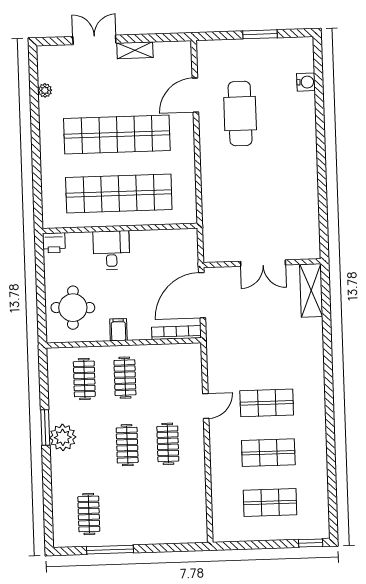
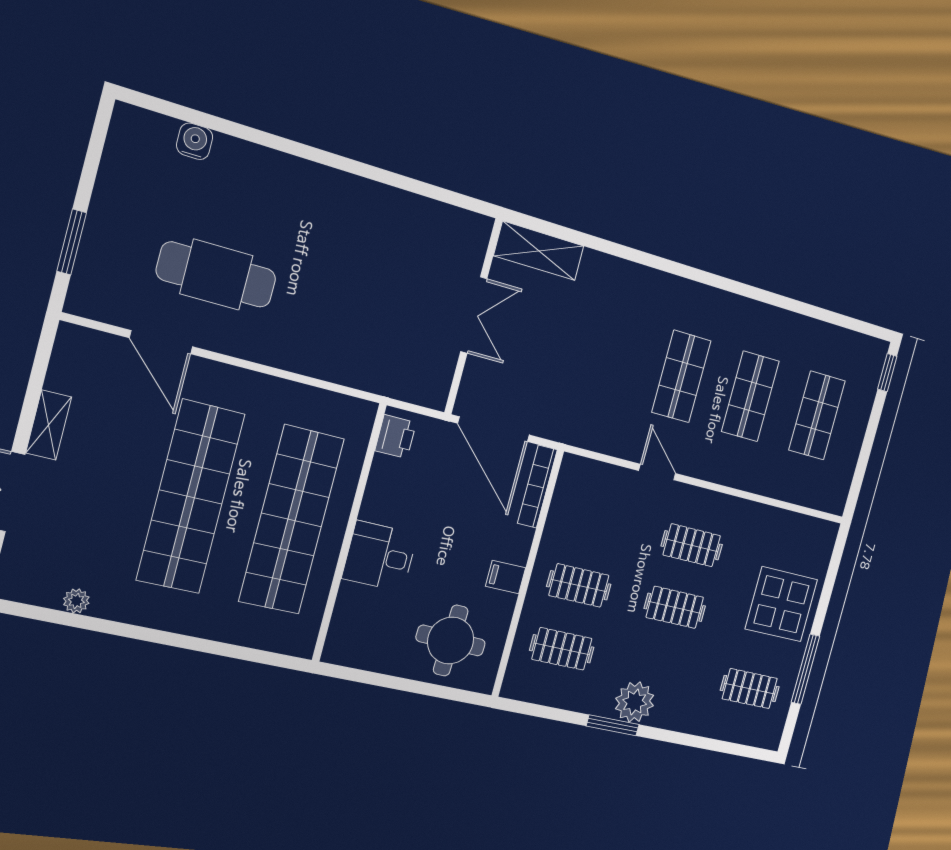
window: (260, 34) -> (72, 242), moved
printer: (54, 243) -> (396, 437), moved
display table: (147, 518) -> (781, 604), added

